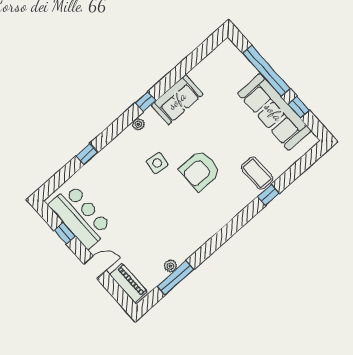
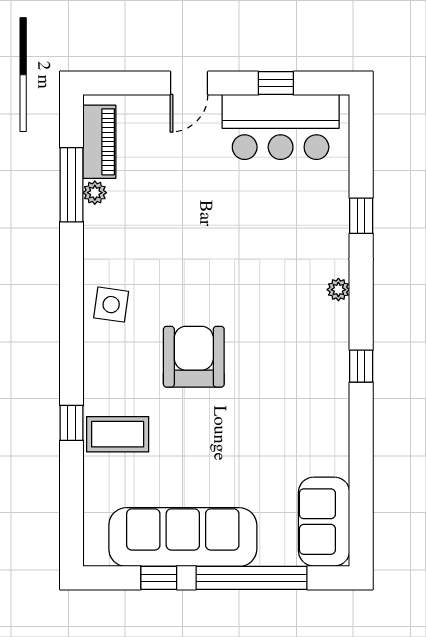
sofa: (177, 100) -> (324, 522), moved
plant: (138, 124) -> (338, 290), moved
side table: (157, 163) -> (111, 305), moved
piano: (128, 283) -> (99, 142), moved, turned -90

